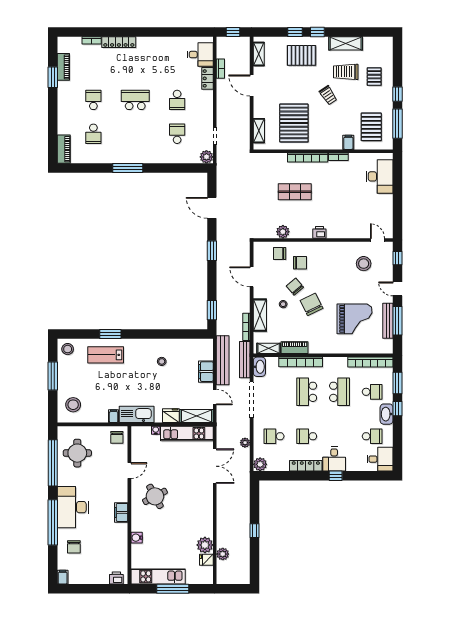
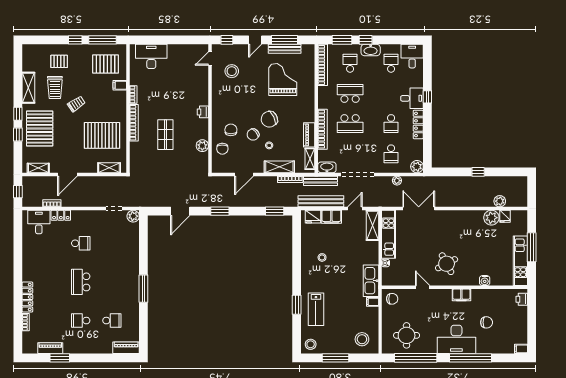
pallet: (301, 55) -> (40, 128), width x1.37, depth x1.41
school desk: (177, 134) -> (112, 243), removed
fridge: (171, 416) -> (313, 217), moved, turned -90
chair: (74, 547) -> (487, 322), moved

